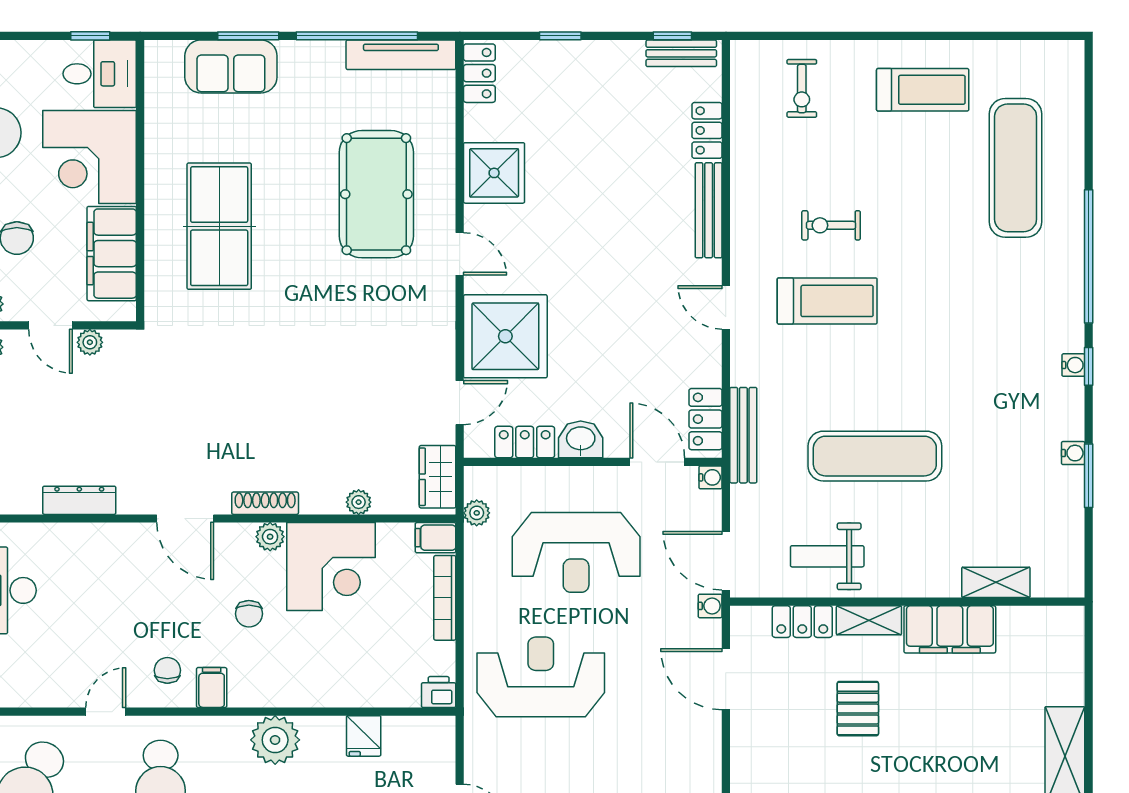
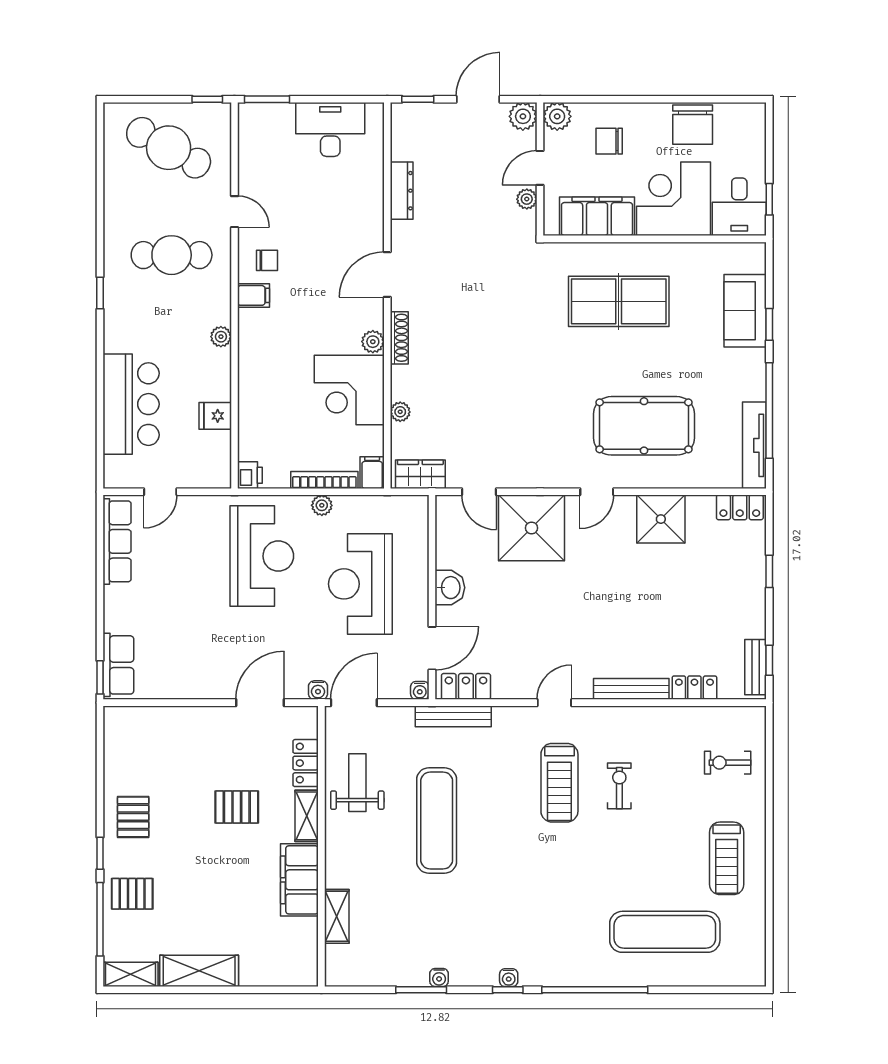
window: (248, 36) -> (769, 324), width x0.67
locker: (525, 442) -> (448, 543), removed
plant: (477, 513) -> (322, 505), moved
chair: (249, 614) -> (312, 325), removed
plant: (275, 740) -> (221, 337), width x0.53, depth x0.53

